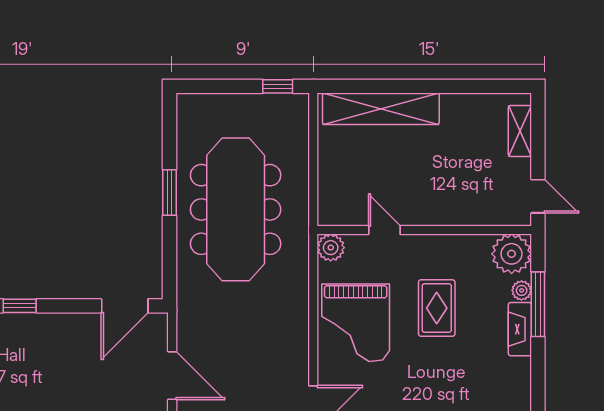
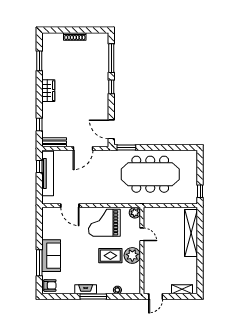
window: (169, 192) -> (126, 147), moved
door: (384, 230) -> (142, 234), hinge flipped
plant: (512, 254) -> (132, 255), moved
window: (538, 304) -> (93, 297), moved
fireplace: (520, 329) -> (86, 289), moved

